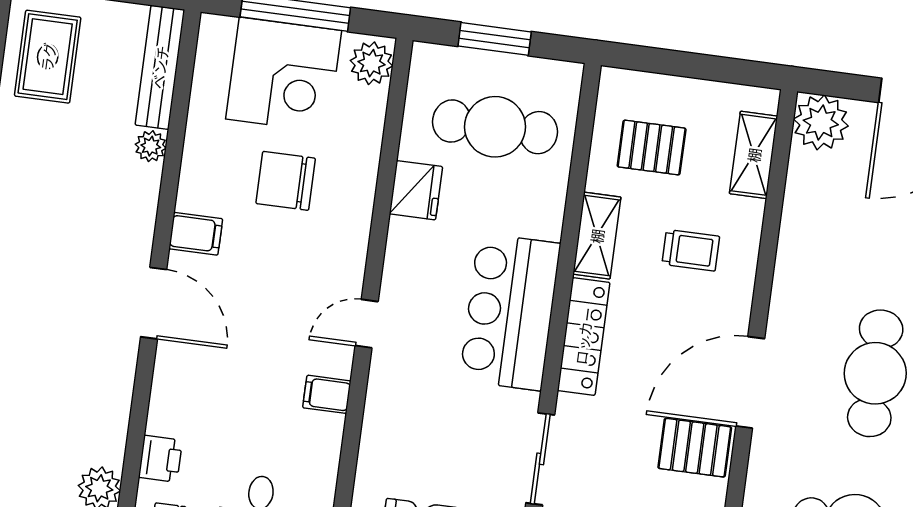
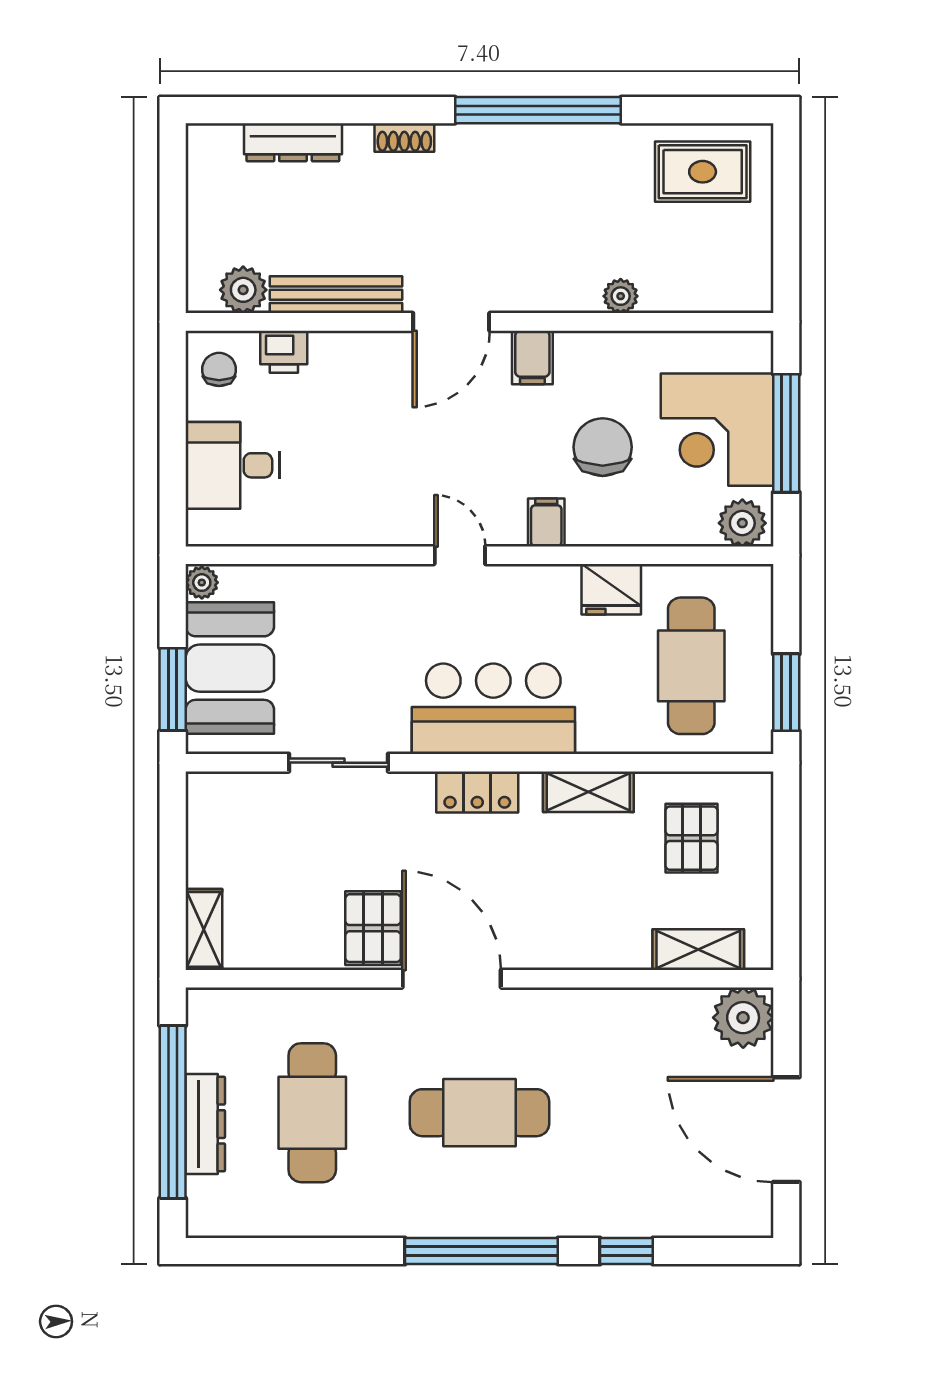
window: (495, 39) -> (786, 692), moved
bench: (160, 67) -> (336, 295), moved
trolley: (691, 250) -> (586, 895), removed
locker: (584, 336) -> (477, 792), width x0.66
filing cabinet: (327, 394) -> (546, 522), moved

